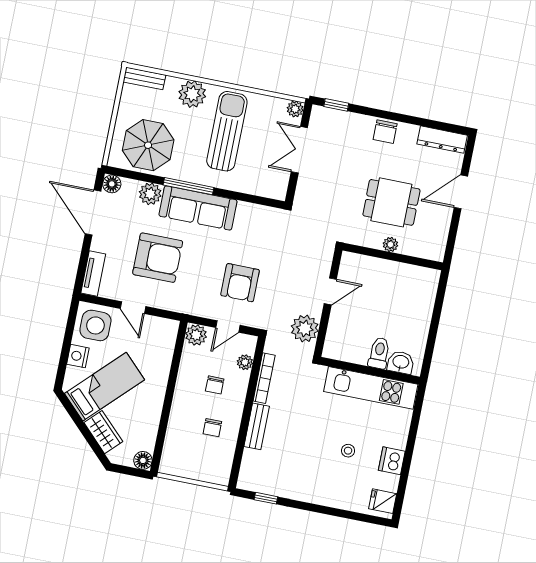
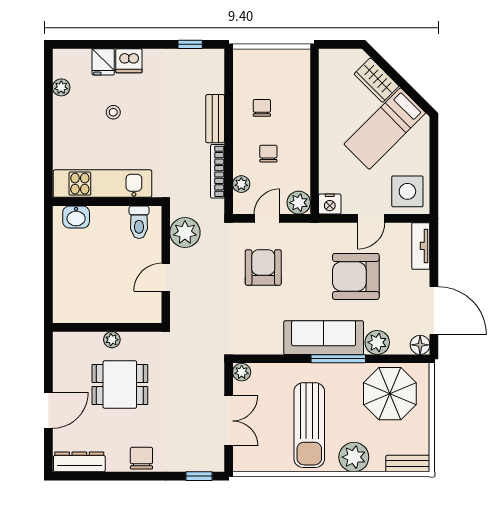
plant: (295, 109) -> (242, 372), moved
door: (133, 308) -> (371, 218), swing flipped
toilet: (379, 353) -> (139, 222), moved
nightstand: (78, 356) -> (330, 204), moved, turned 90
floor lamp: (143, 460) -> (328, 58), removed
dishwasher: (392, 461) -> (129, 61), moved, turned 90
plant: (391, 483) -> (61, 87), added
fridge: (383, 501) -> (103, 62), moved, turned 90

